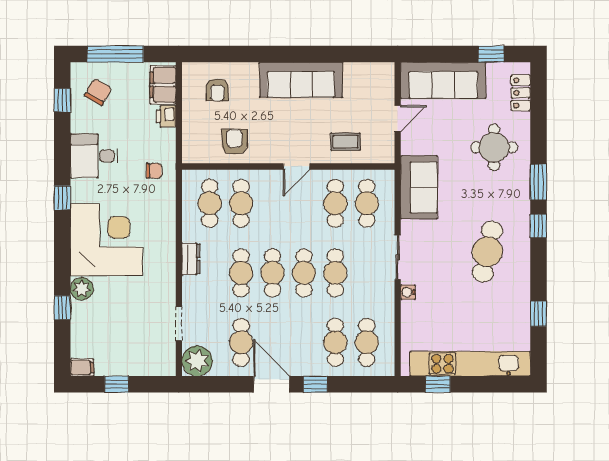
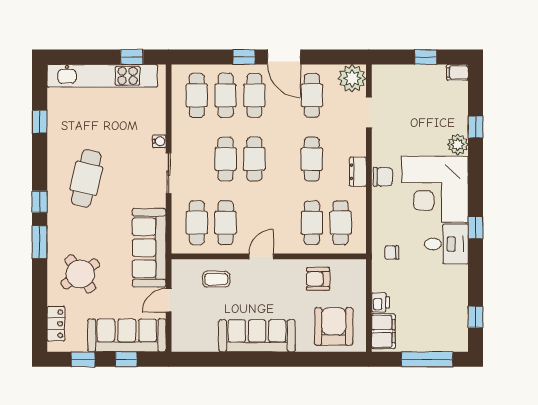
window: (444, 54) -> (126, 359), added
armchair: (217, 90) -> (334, 326), width x1.88, depth x1.88
chair: (98, 92) -> (383, 177), moved, turned -120
armchair: (234, 142) -> (318, 279), turned 90
round table: (494, 147) -> (80, 274), turned -35
desk: (94, 156) -> (446, 244), moved
sofa: (419, 187) -> (149, 248), width x1.36
cafe table: (273, 273) -> (254, 95), moved

